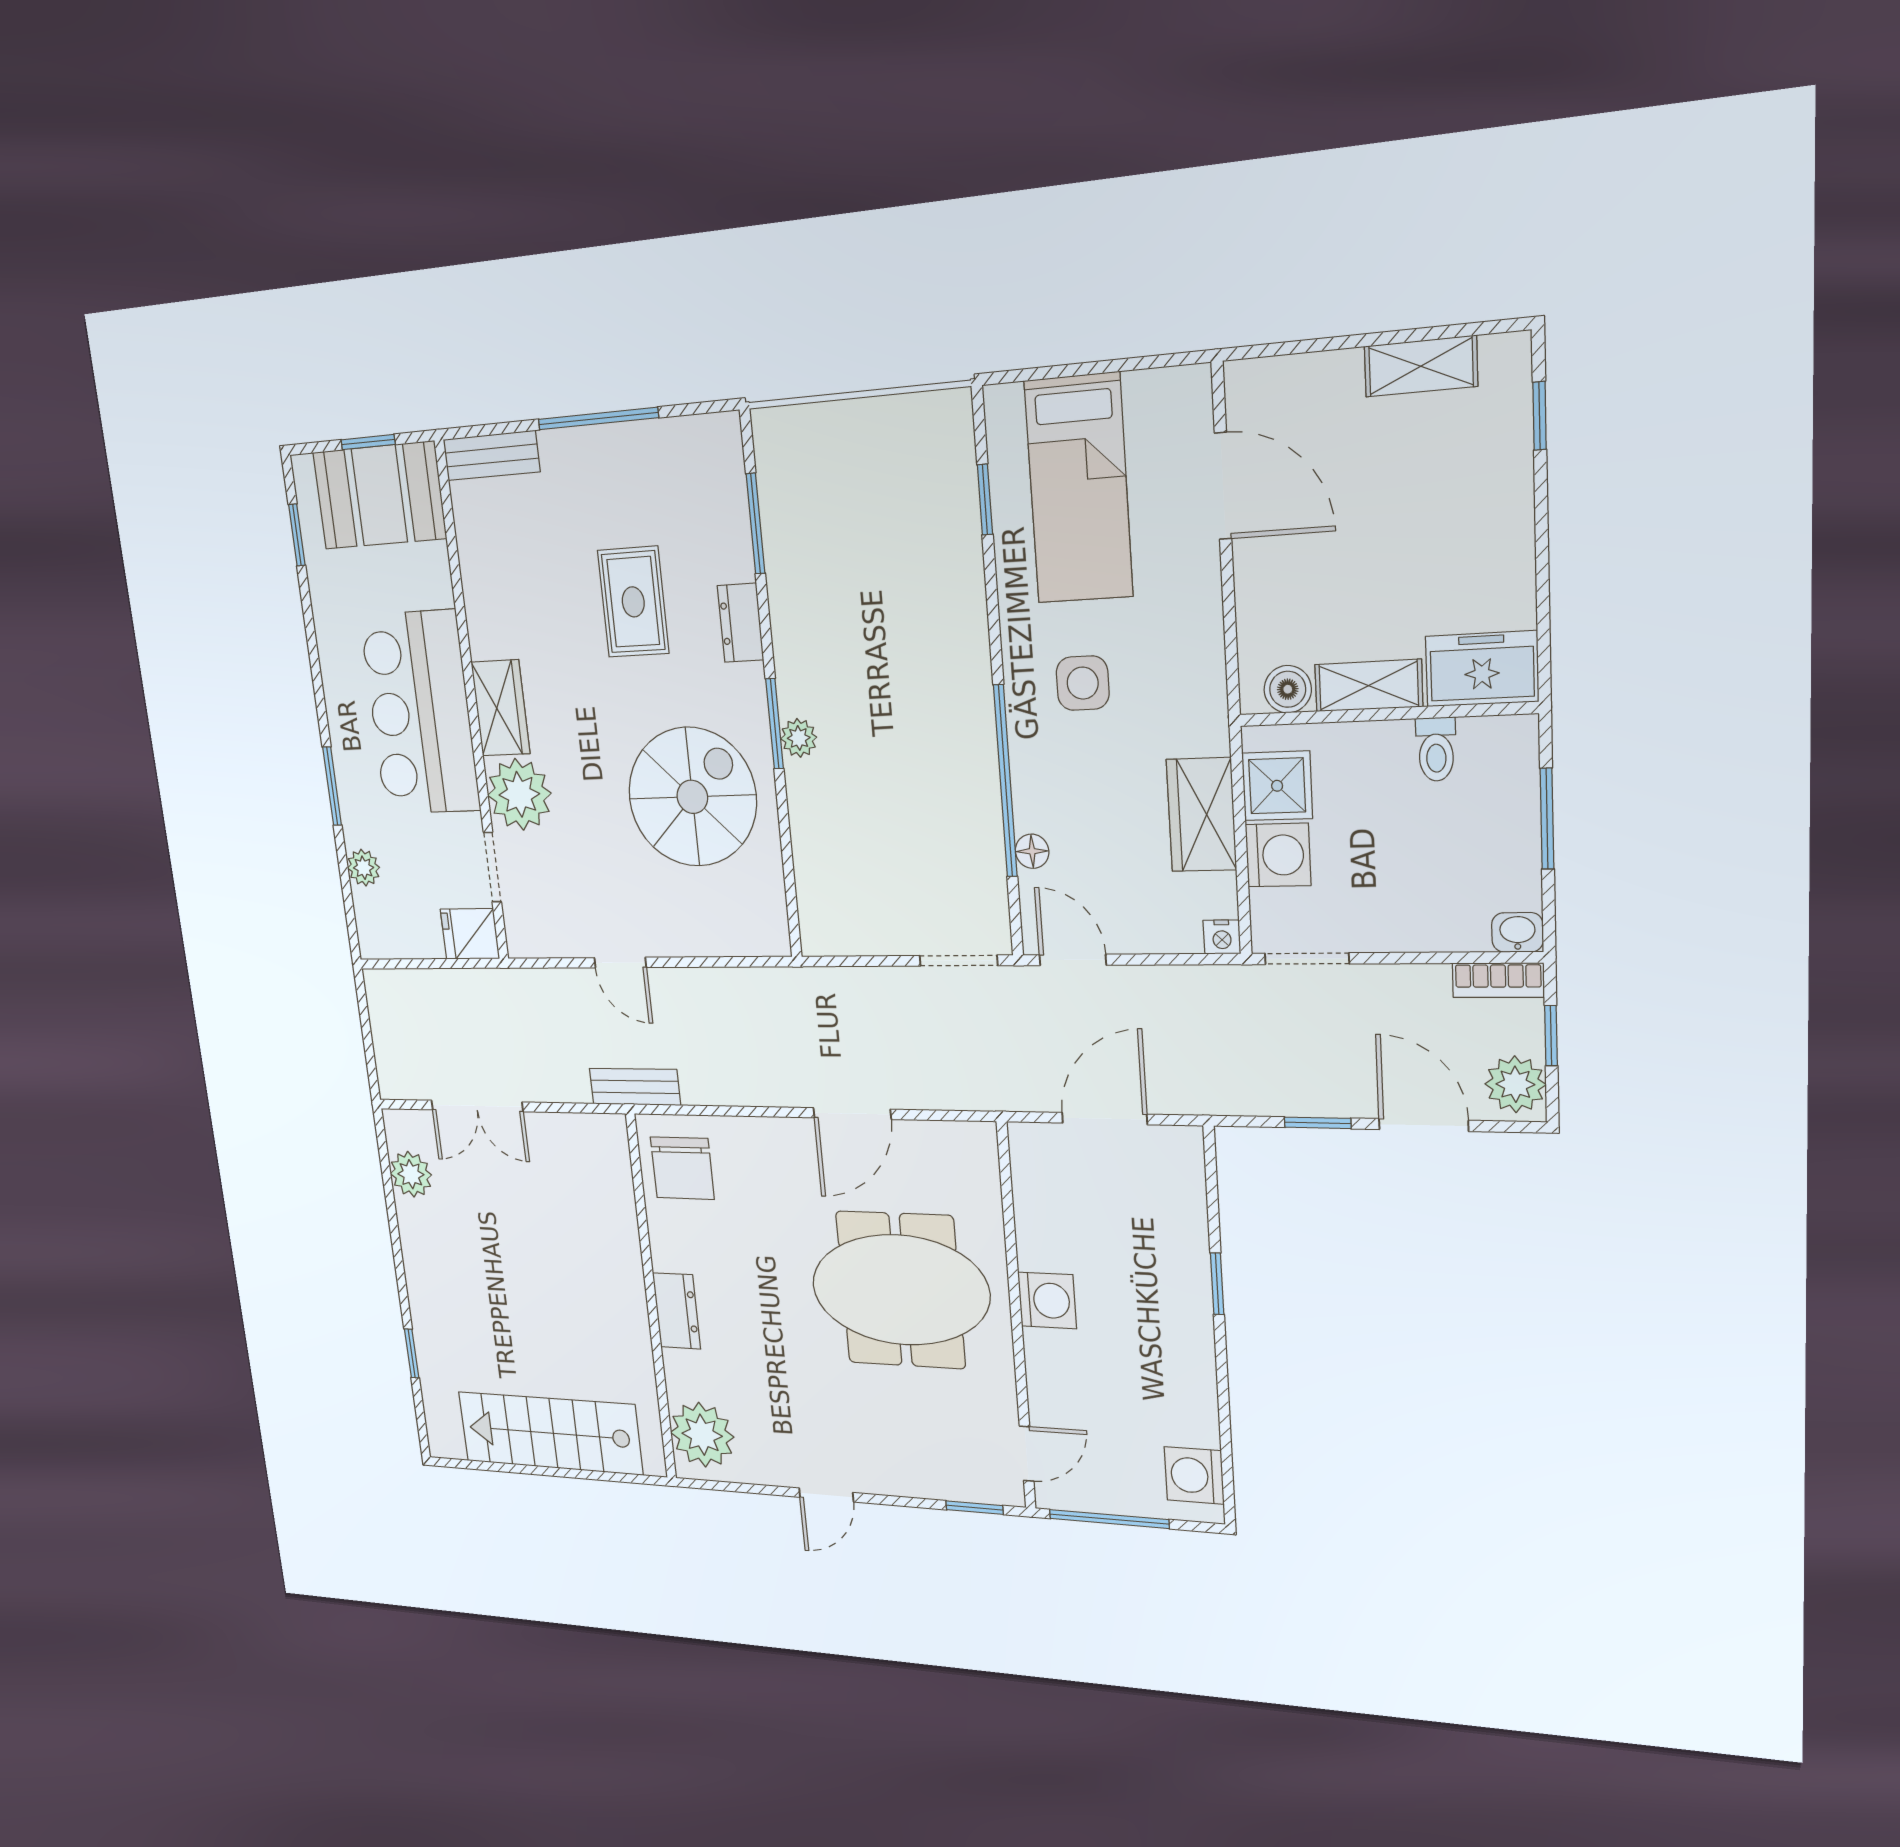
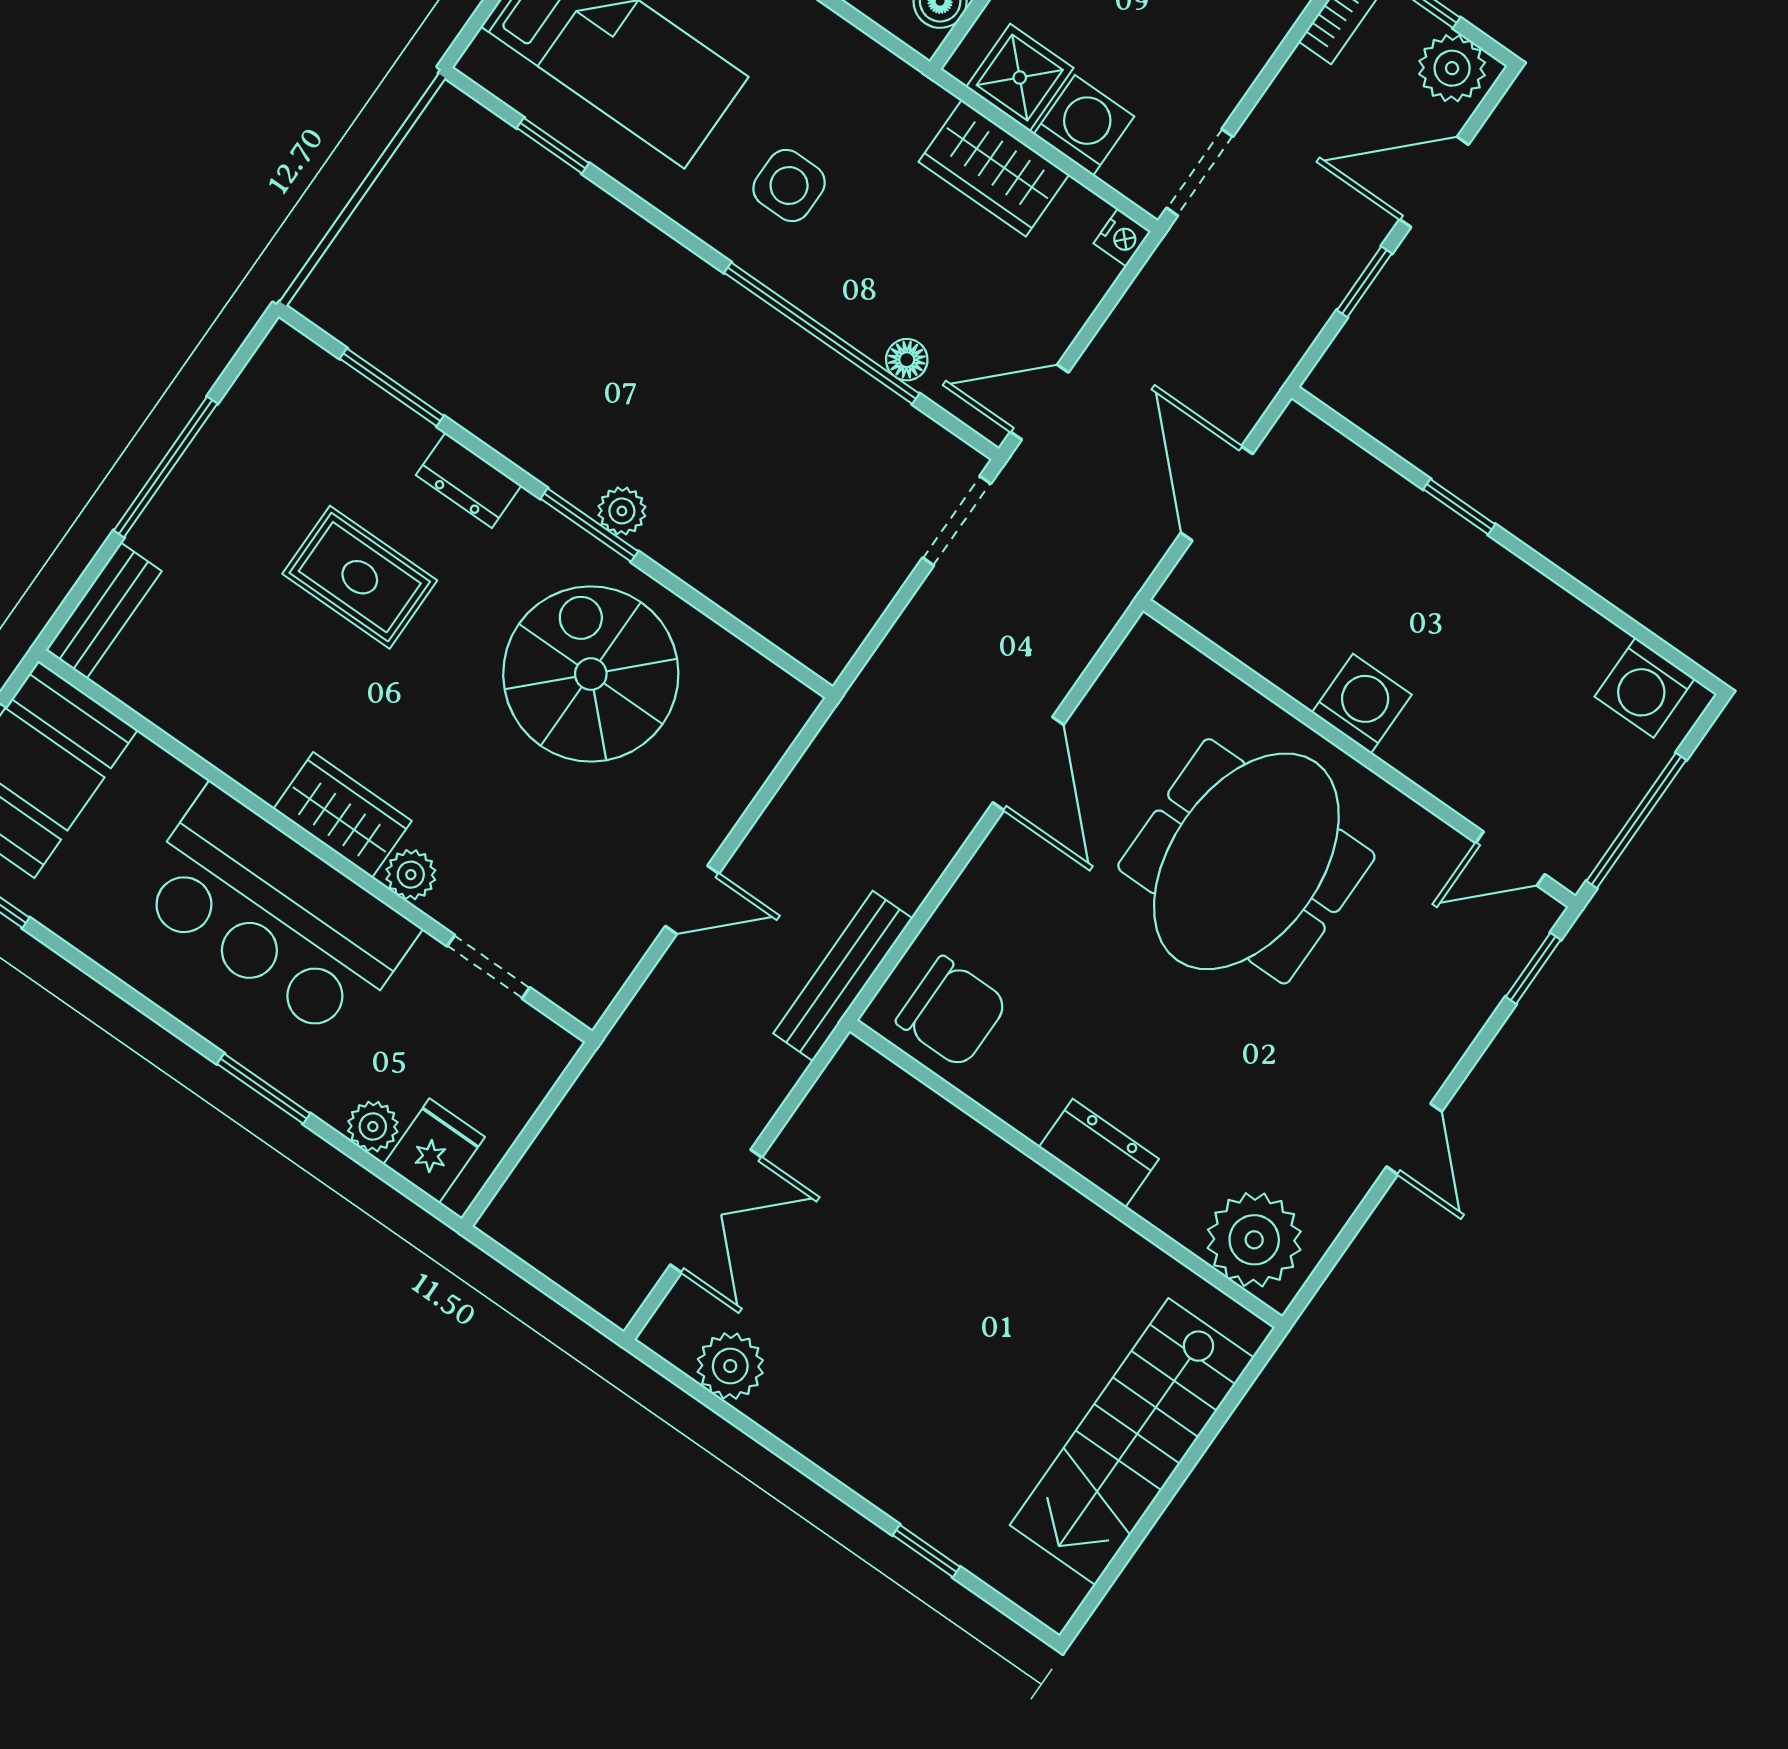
plant: (519, 794) -> (411, 875), width x0.53, depth x0.53
fridge: (470, 934) -> (434, 1151), moved, turned 180
bench: (635, 1087) -> (843, 976), width x1.36
door: (1027, 1454) -> (1510, 859), swing flipped

